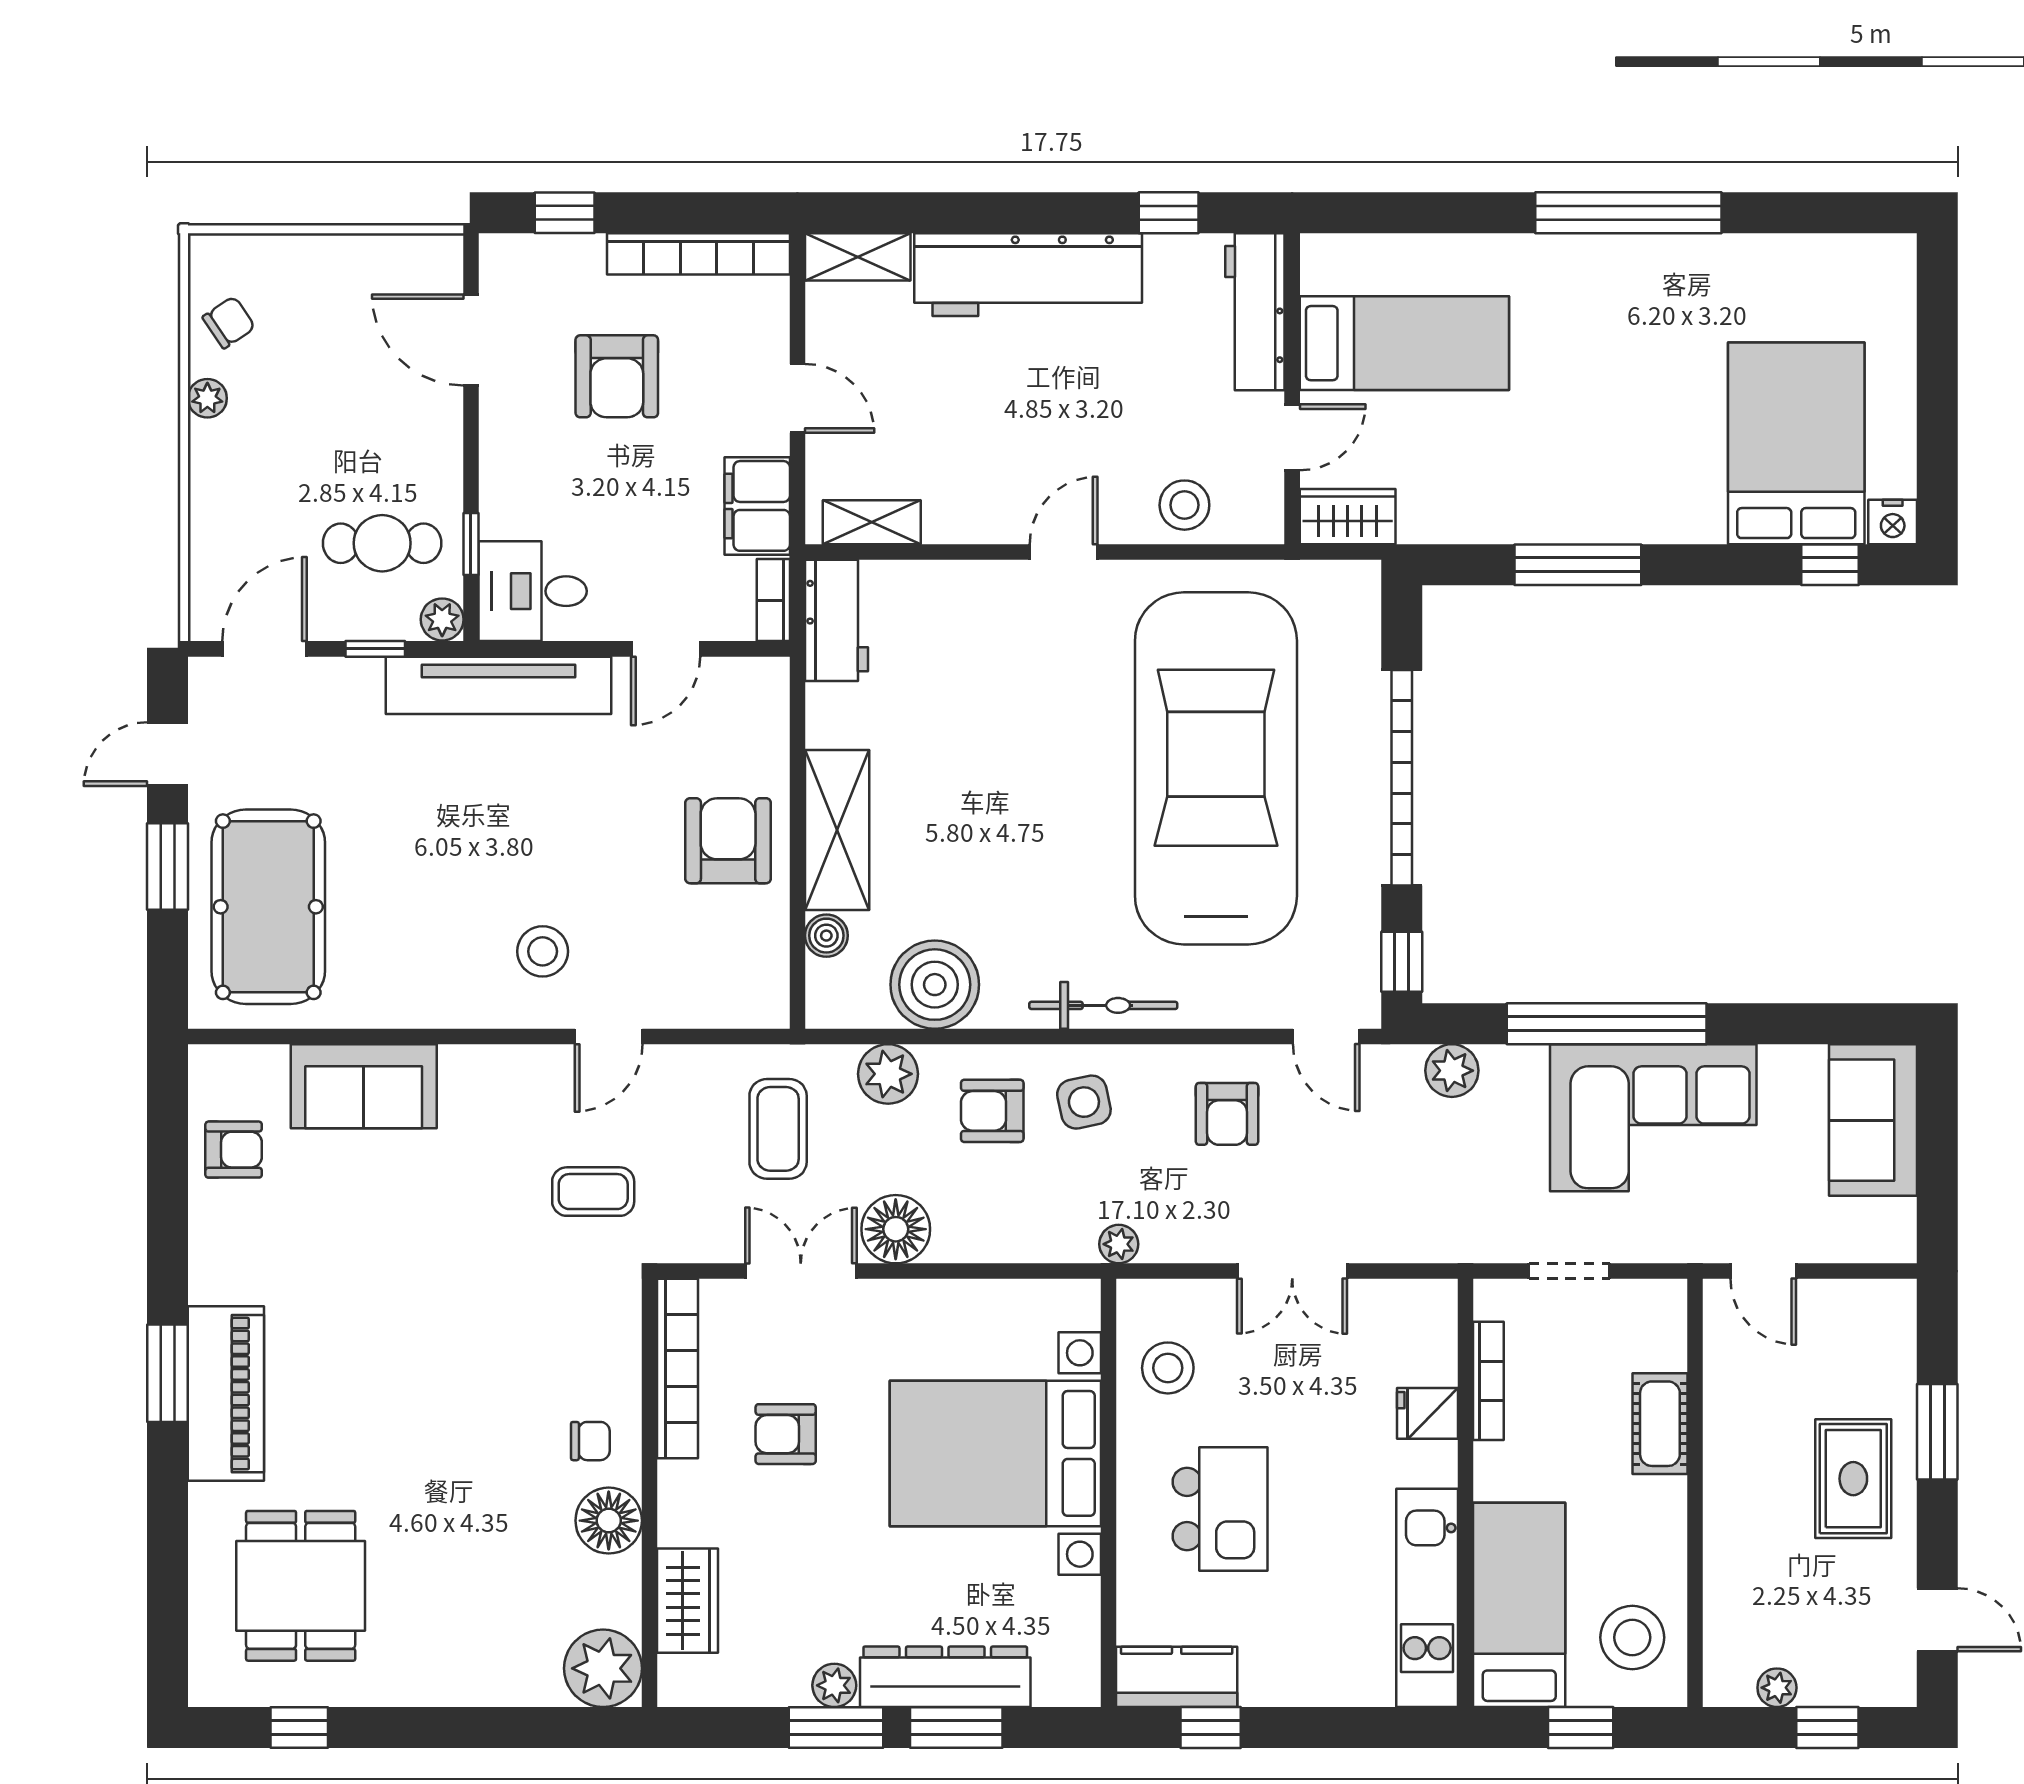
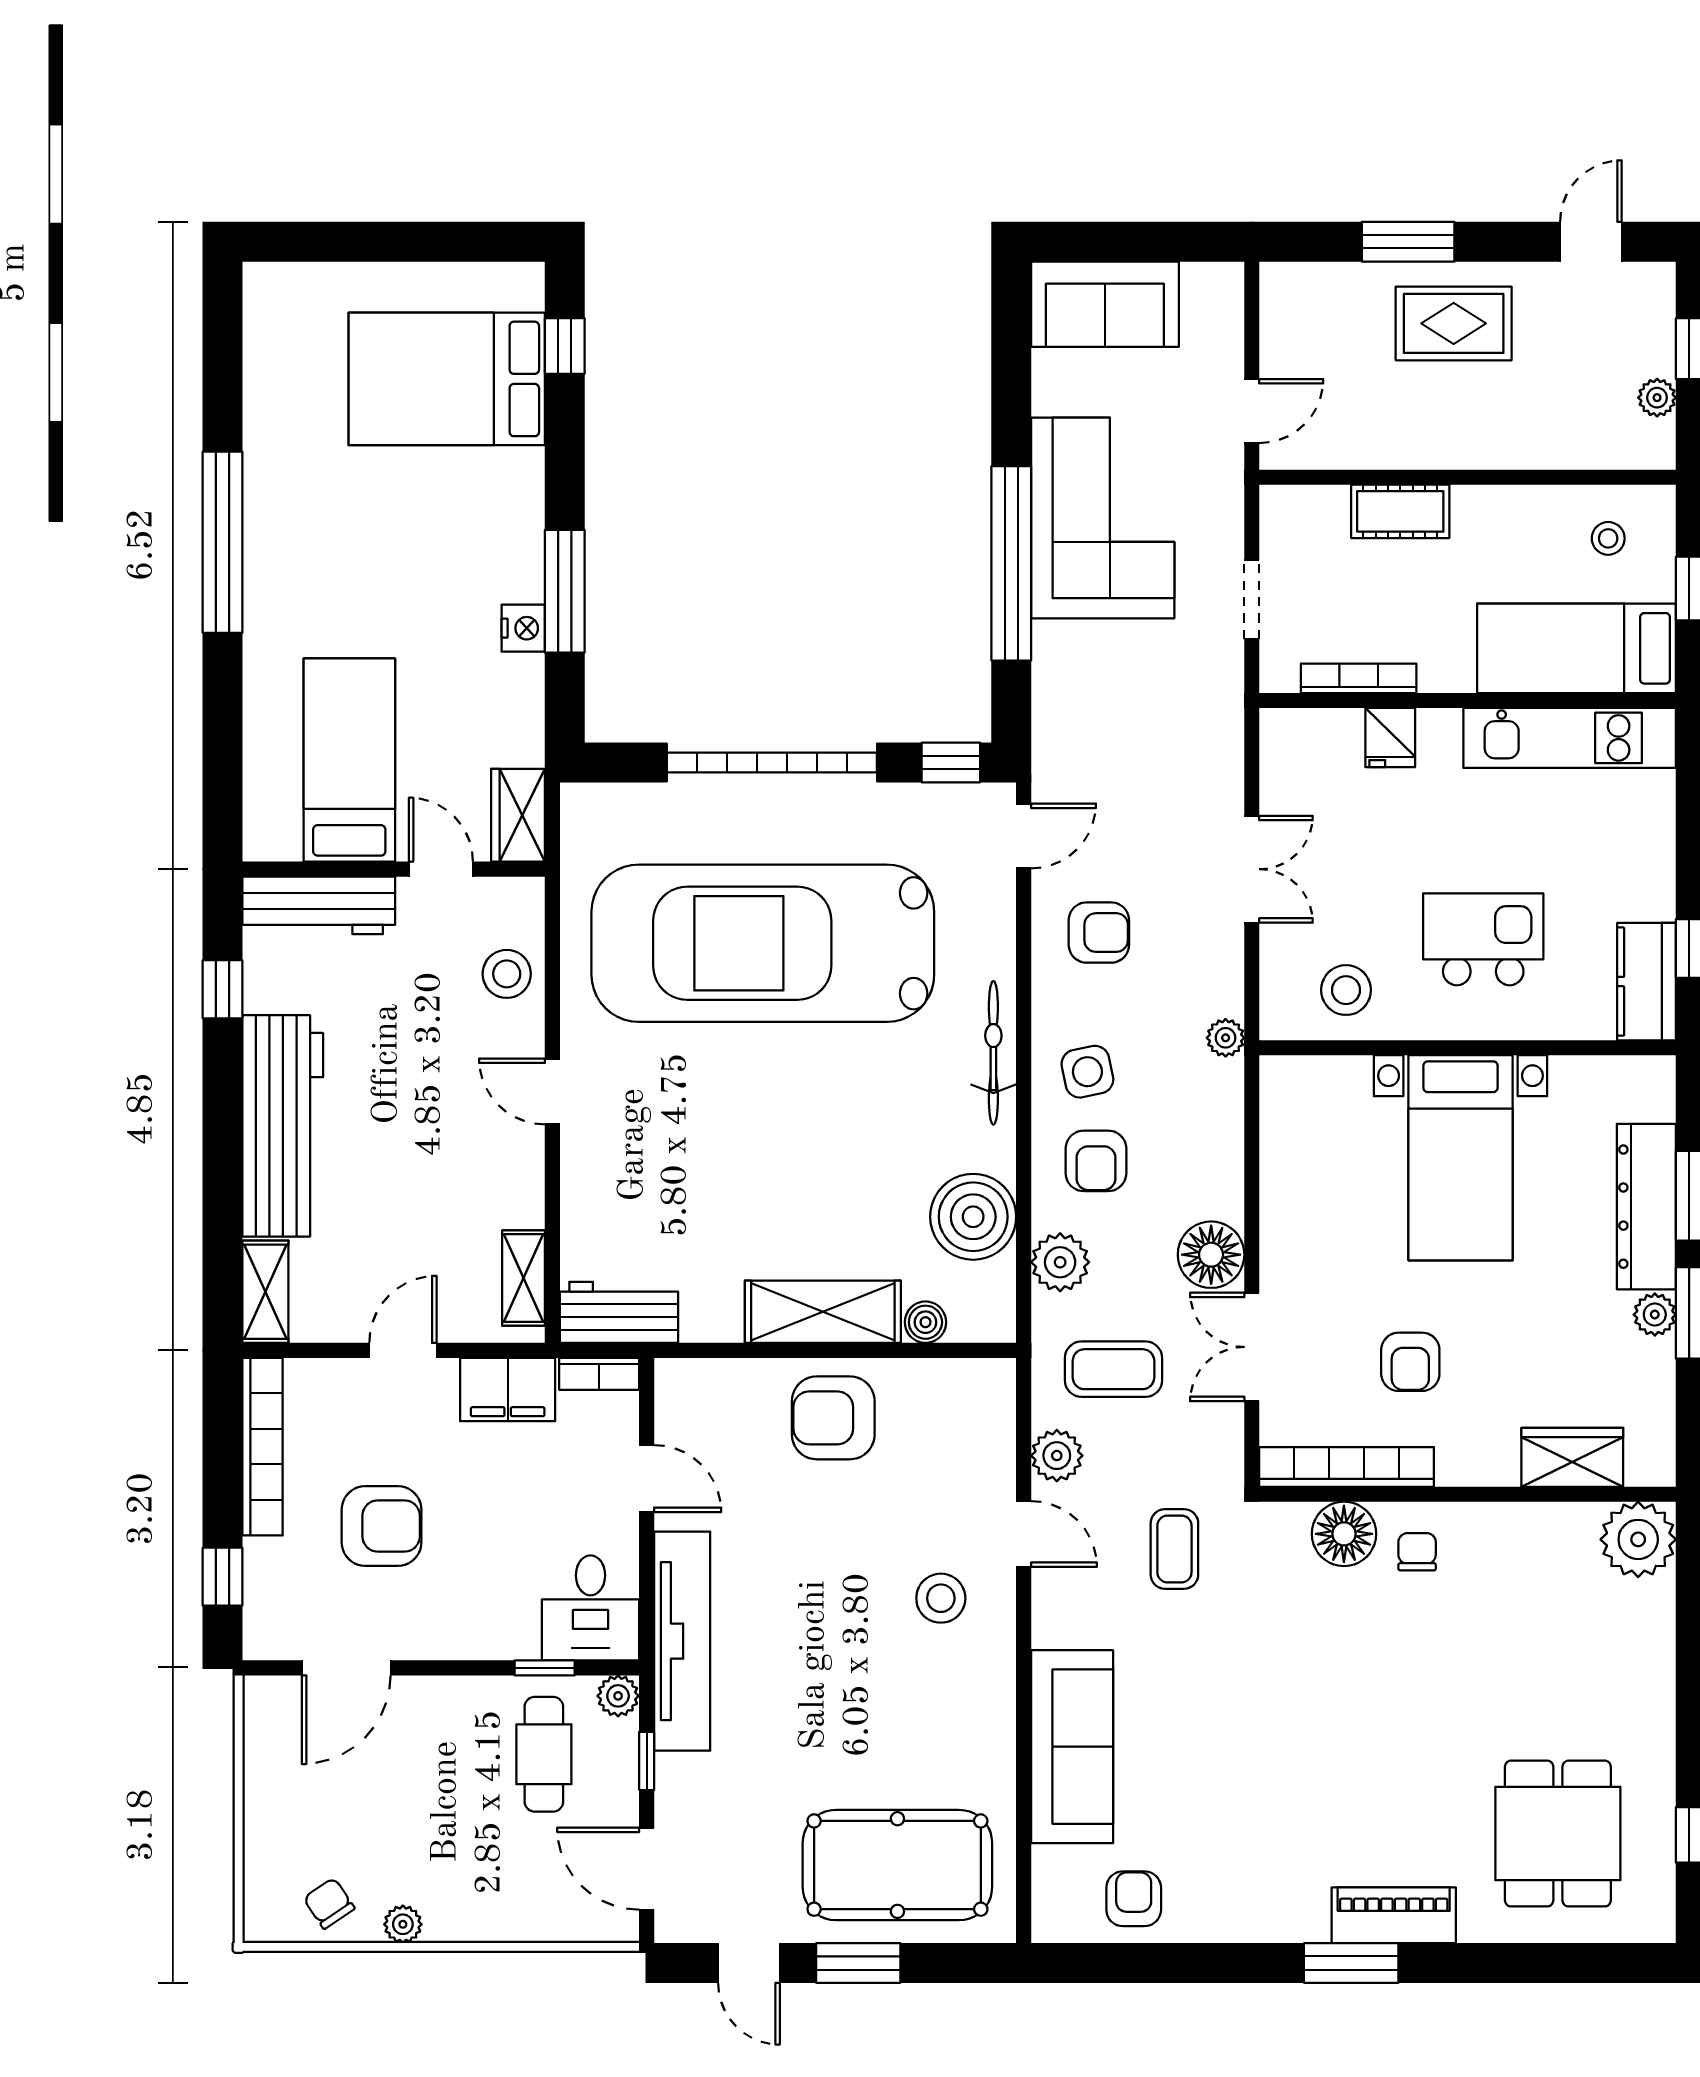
nightstand: (1893, 522) -> (523, 628), moved
plant: (1452, 1071) -> (1057, 1456), moved
sofa: (364, 1086) -> (1072, 1747), width x1.36
piano: (226, 1394) -> (1394, 1915), width x0.73, depth x0.75
bed with nightstands: (995, 1453) -> (1460, 1158), width x0.73
floor lamp: (609, 1521) -> (1344, 1534), moved
dining table: (301, 1586) -> (1558, 1834), turned 90
stool: (1632, 1637) -> (1608, 538), width x0.53, depth x0.53

